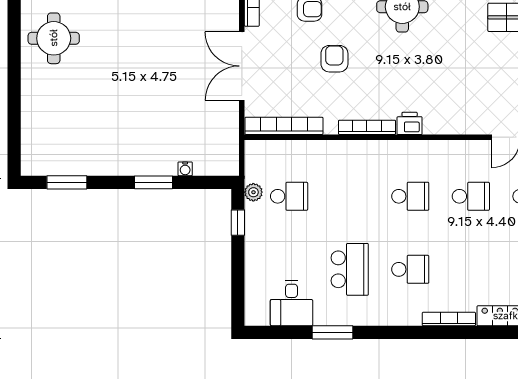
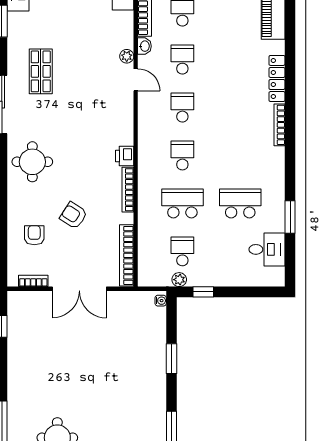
armchair: (334, 59) -> (73, 215), turned 33
water cooler: (185, 169) -> (161, 301), moved
school desk: (410, 269) -> (182, 203), moved, width x1.85

